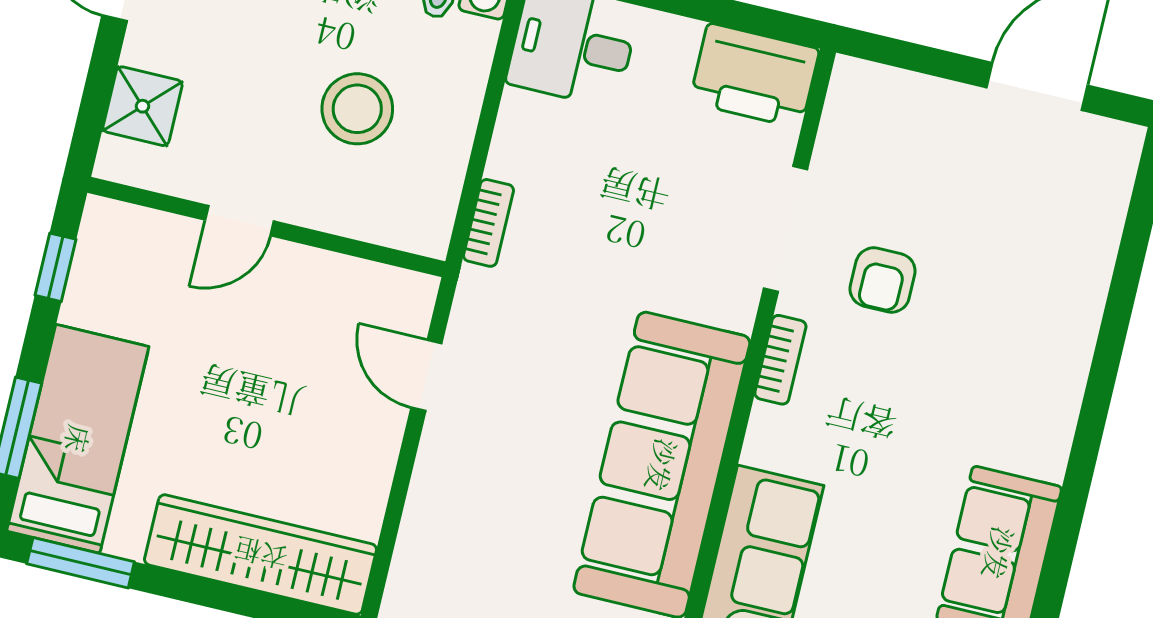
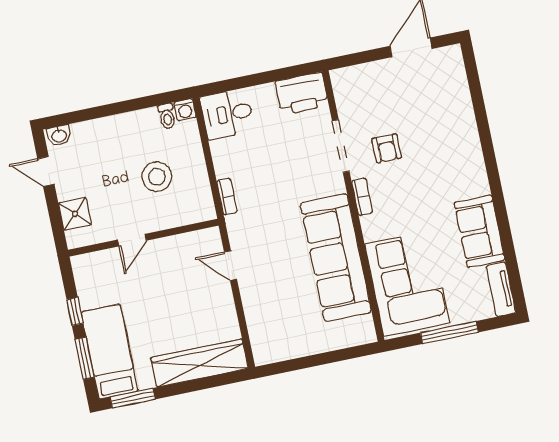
window: (55, 267) -> (75, 311), moved

